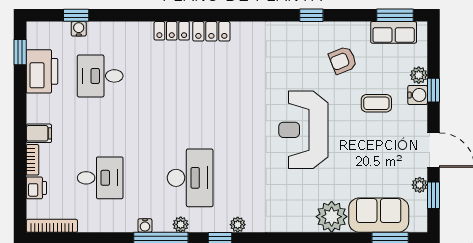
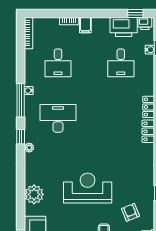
desk: (100, 76) -> (121, 63), turned 180
desk: (190, 178) -> (58, 118), turned 180
printer: (36, 188) -> (145, 24), moved
plant: (332, 217) -> (34, 194), moved
plant: (181, 224) -> (29, 112), removed

